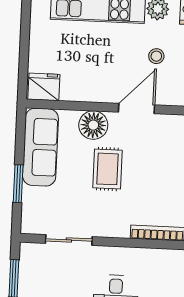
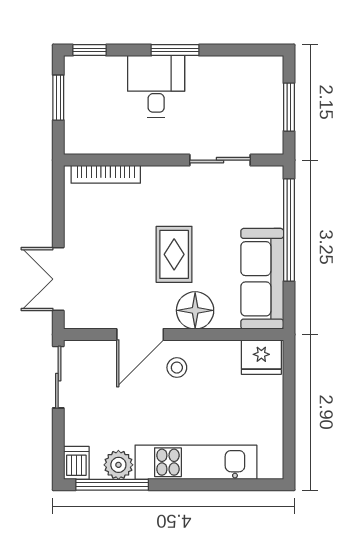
stool: (156, 56) -> (177, 368), moved
window: (18, 184) -> (289, 230), width x2.11

